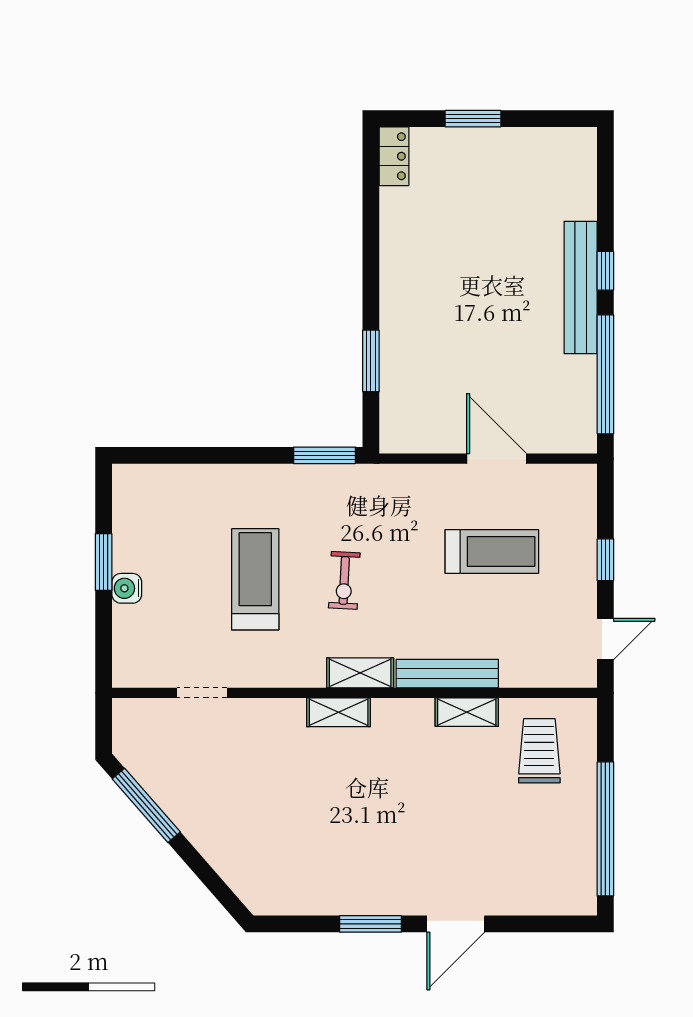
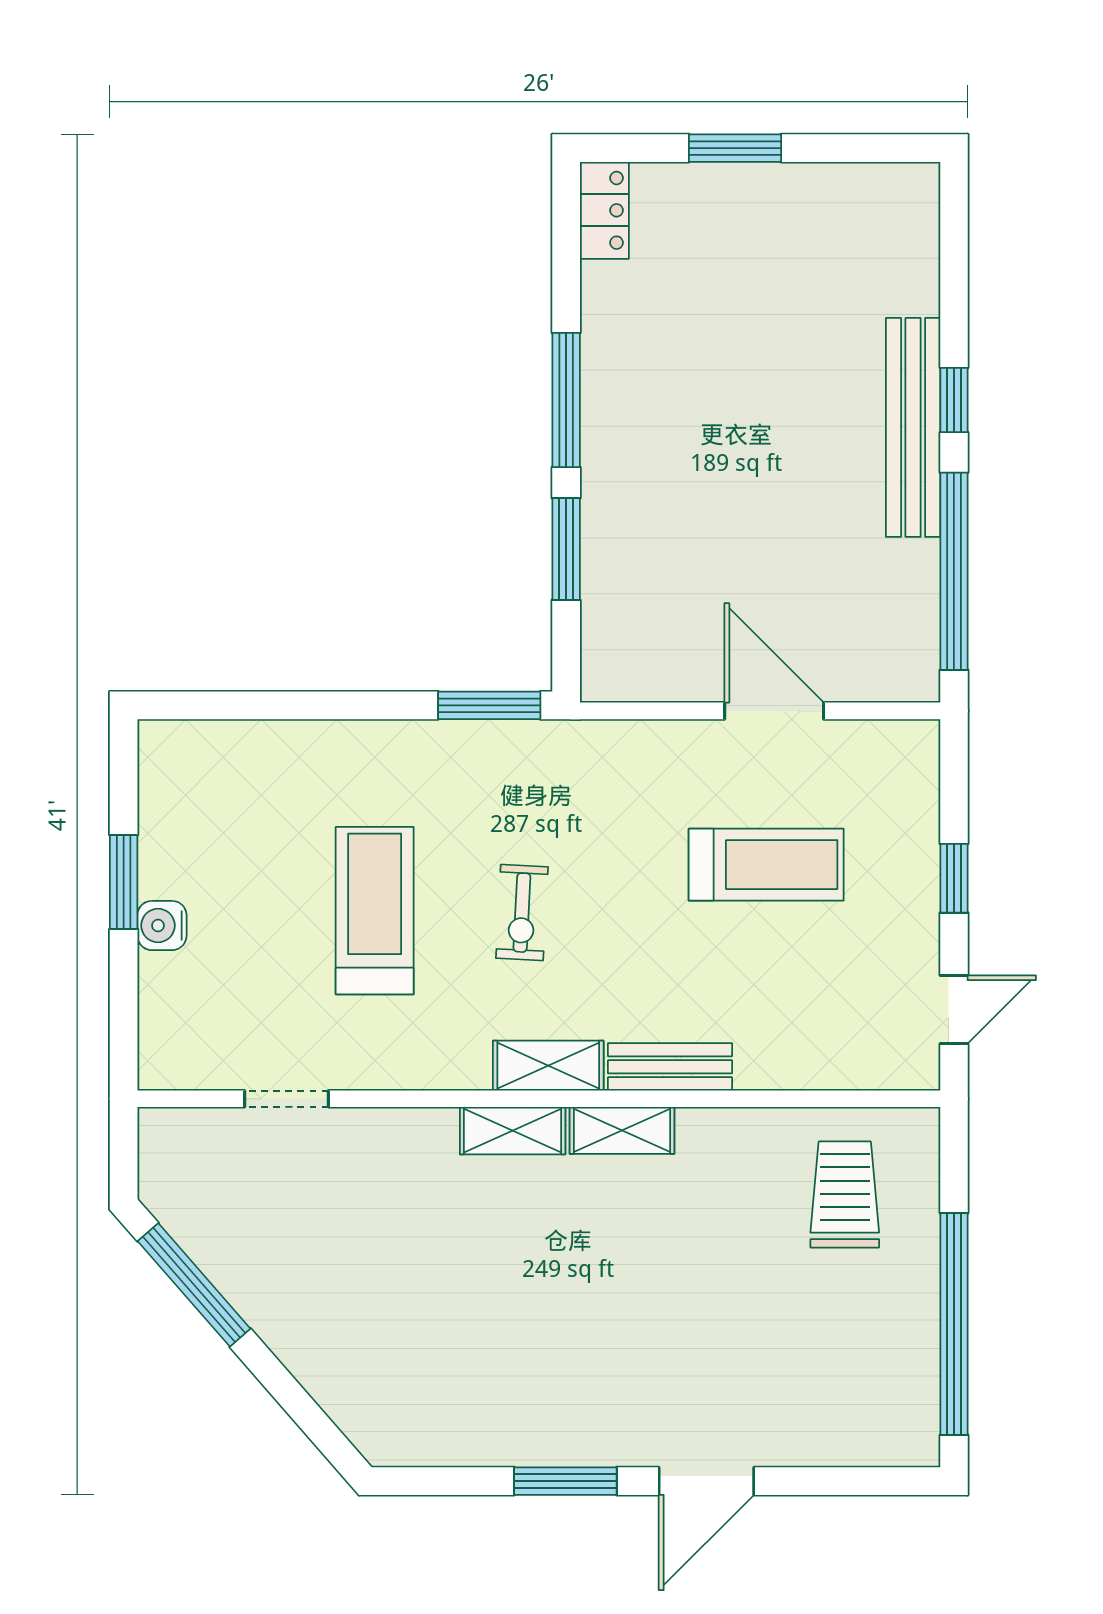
window: (371, 271) -> (566, 400), added
bench: (447, 674) -> (670, 1067), width x0.73
shelving: (467, 712) -> (622, 1130), moved

